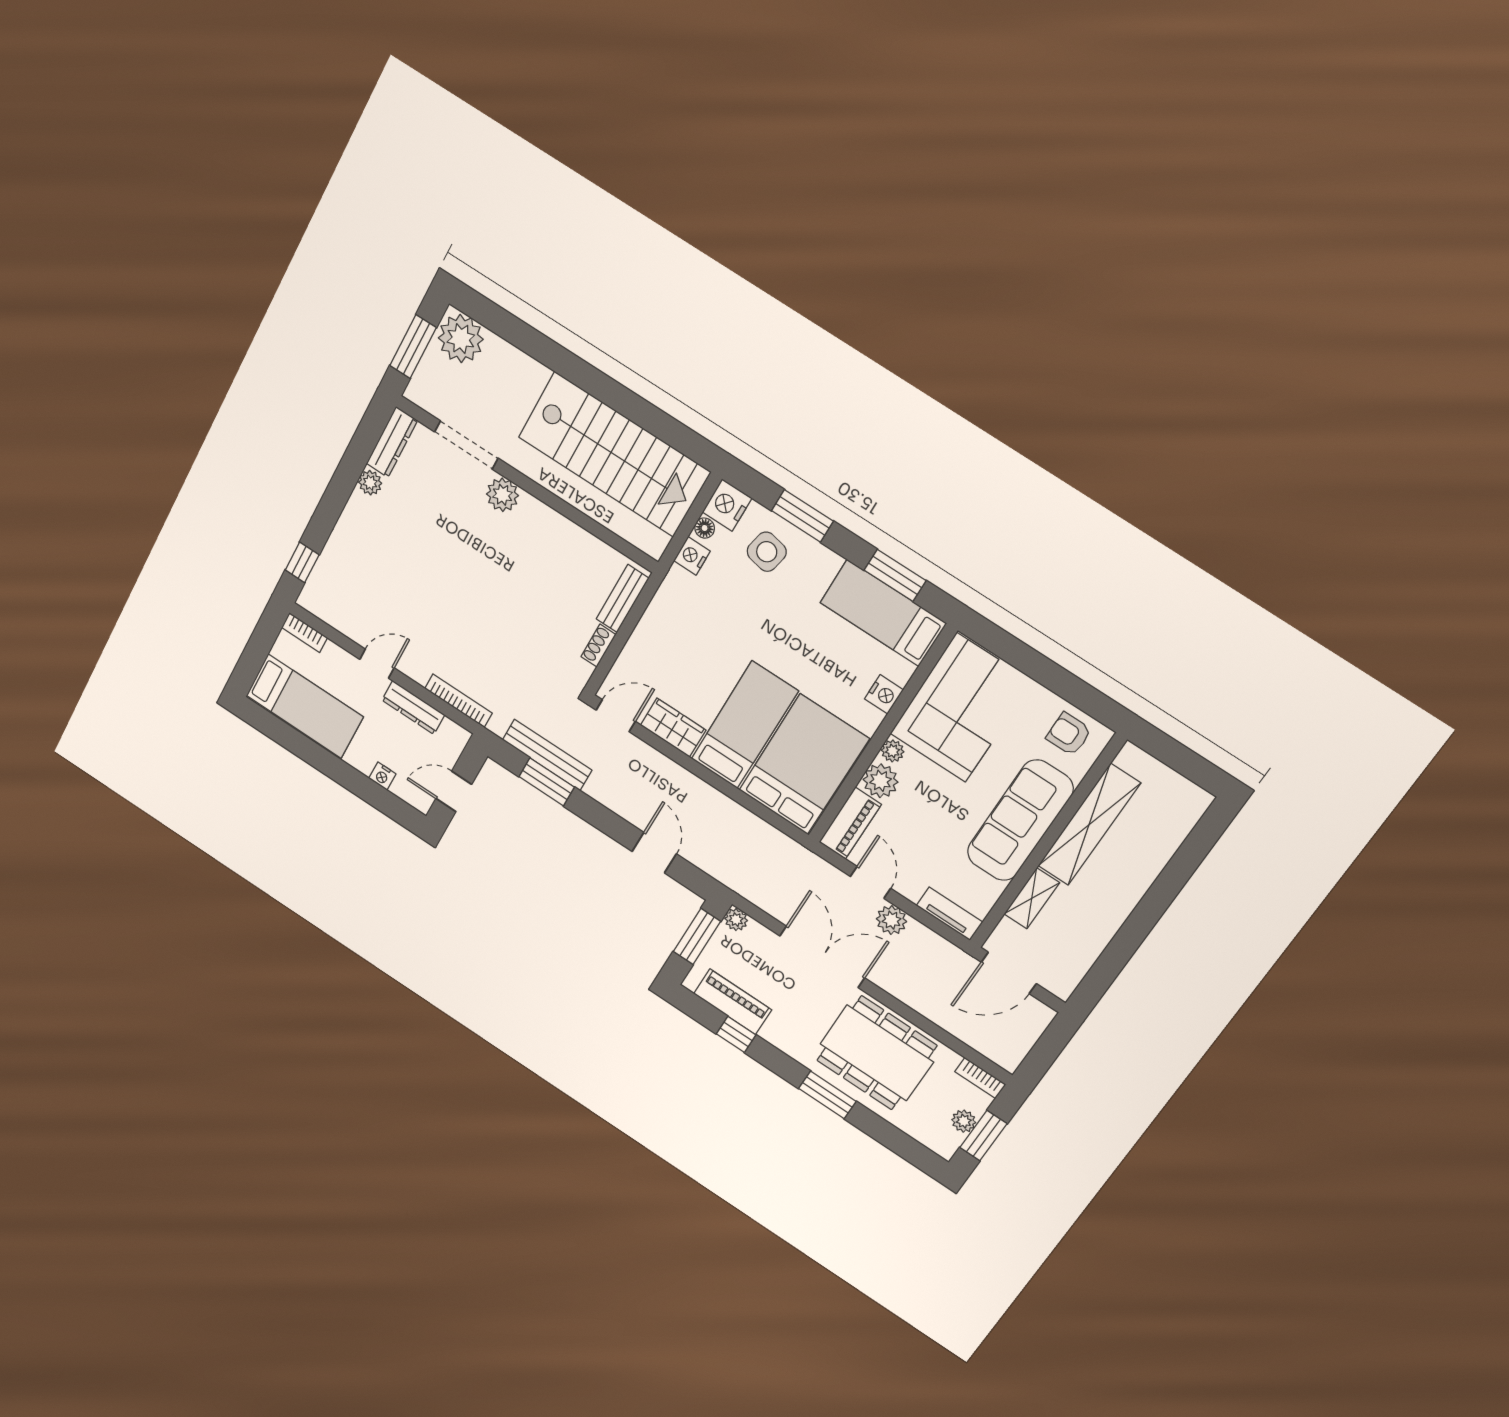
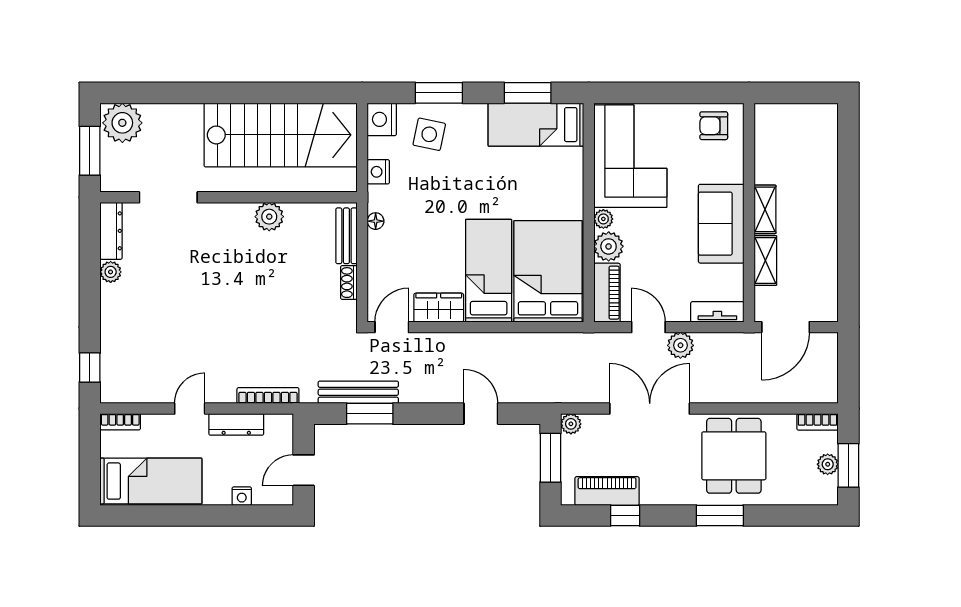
plant: (503, 495) -> (269, 217), moved
floor lamp: (705, 528) -> (376, 221), moved
nightstand: (884, 694) -> (572, 182), removed
sofa: (1020, 821) -> (721, 224), width x0.73
shelving: (1089, 825) -> (765, 209), width x0.45, depth x0.75
dining table: (877, 1053) -> (734, 456), width x0.73

